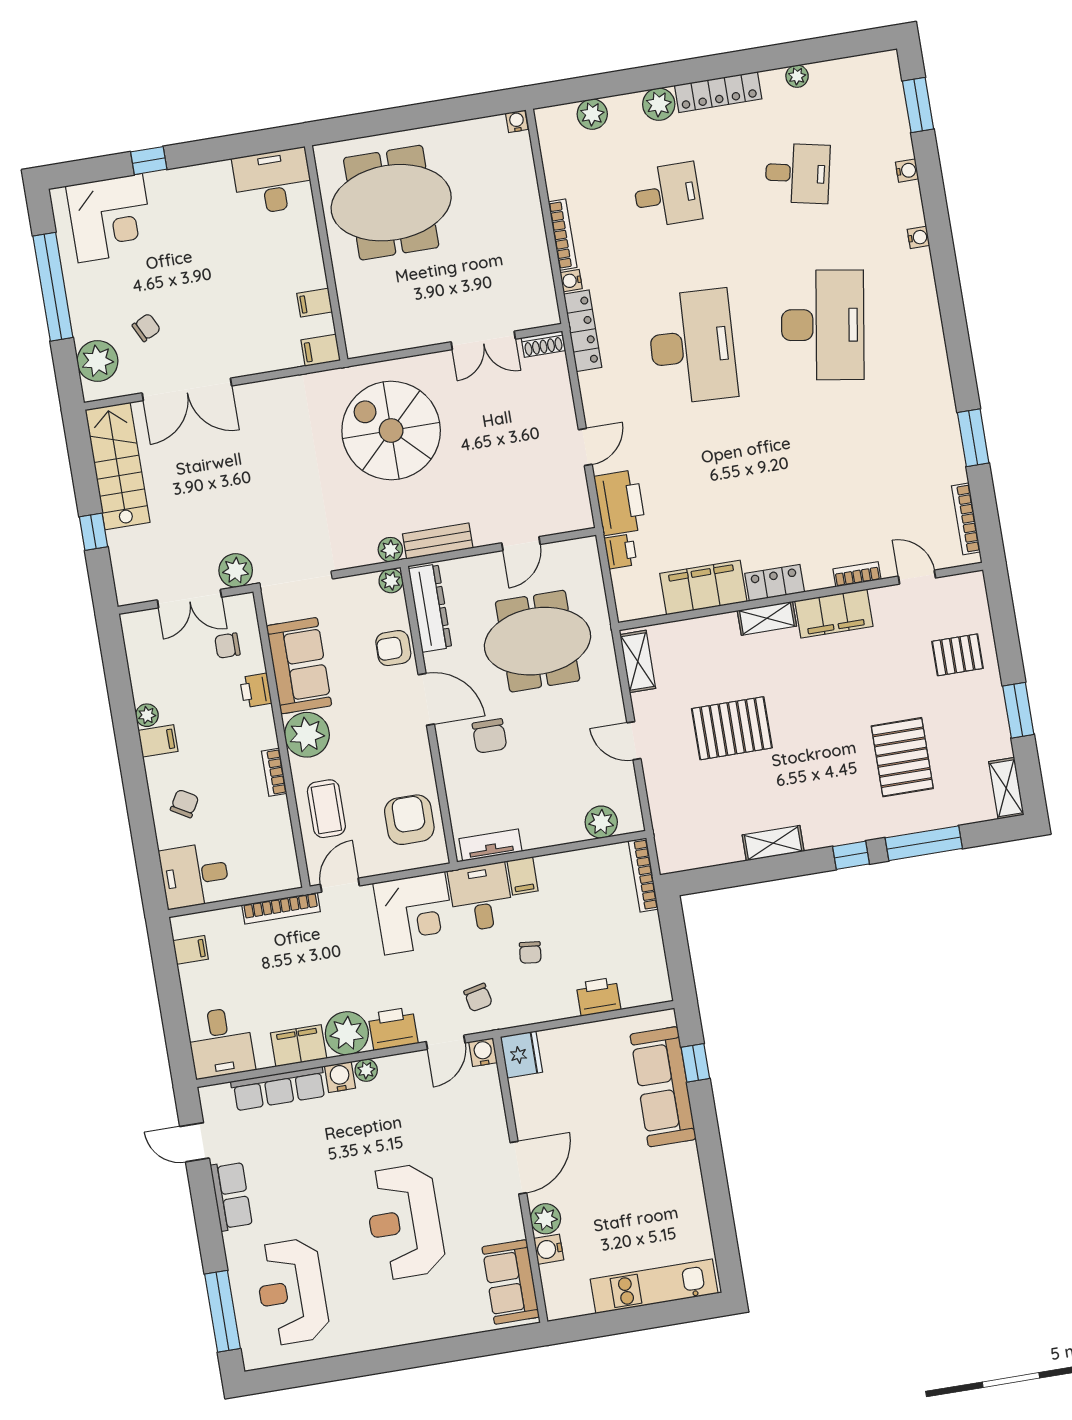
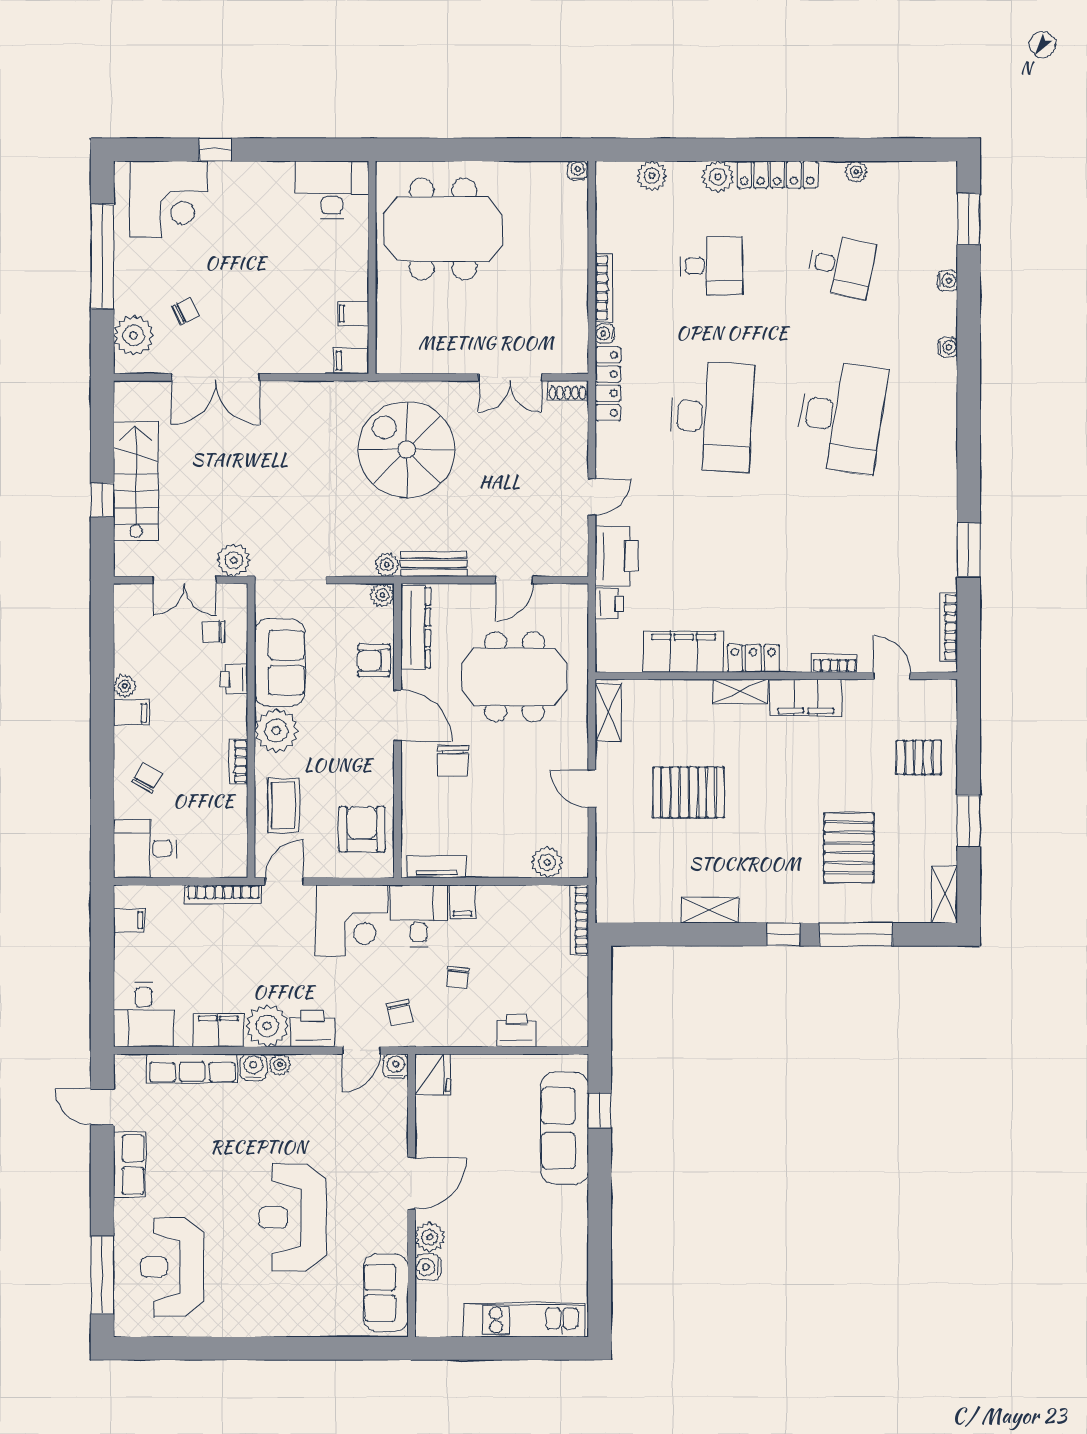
stairs: (118, 466) -> (136, 481), moved

